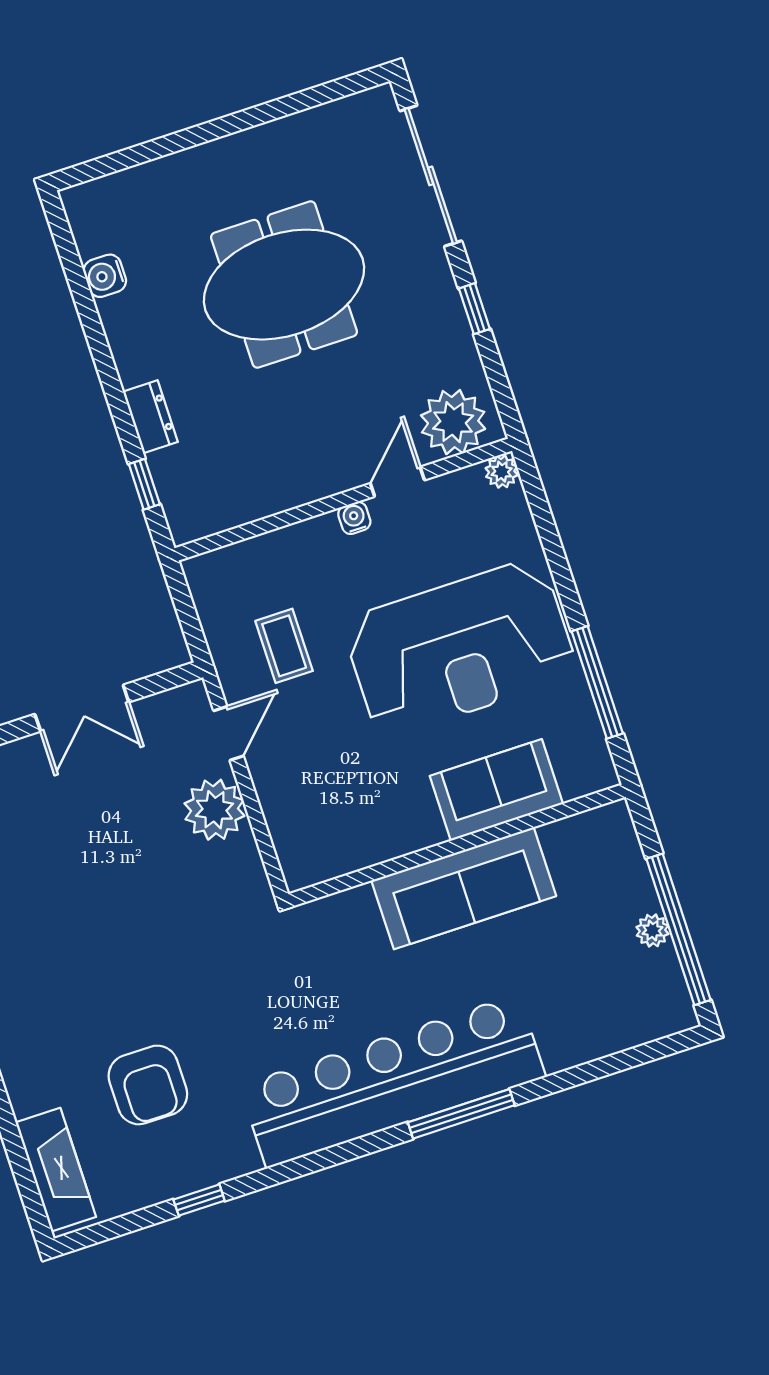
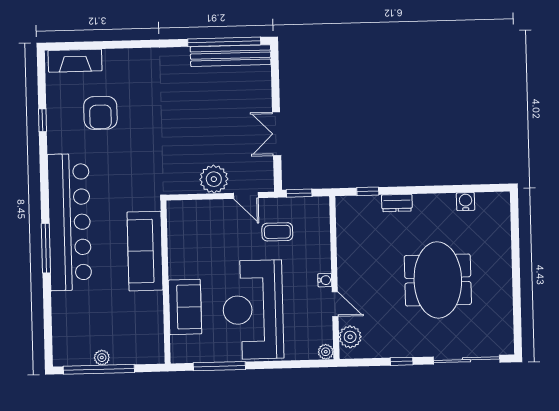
plant: (453, 422) -> (350, 337), width x0.73, depth x0.73
window: (191, 625) -> (299, 193), added
sofa: (464, 888) -> (145, 251), moved
armchair: (148, 1085) -> (100, 113), turned -90

